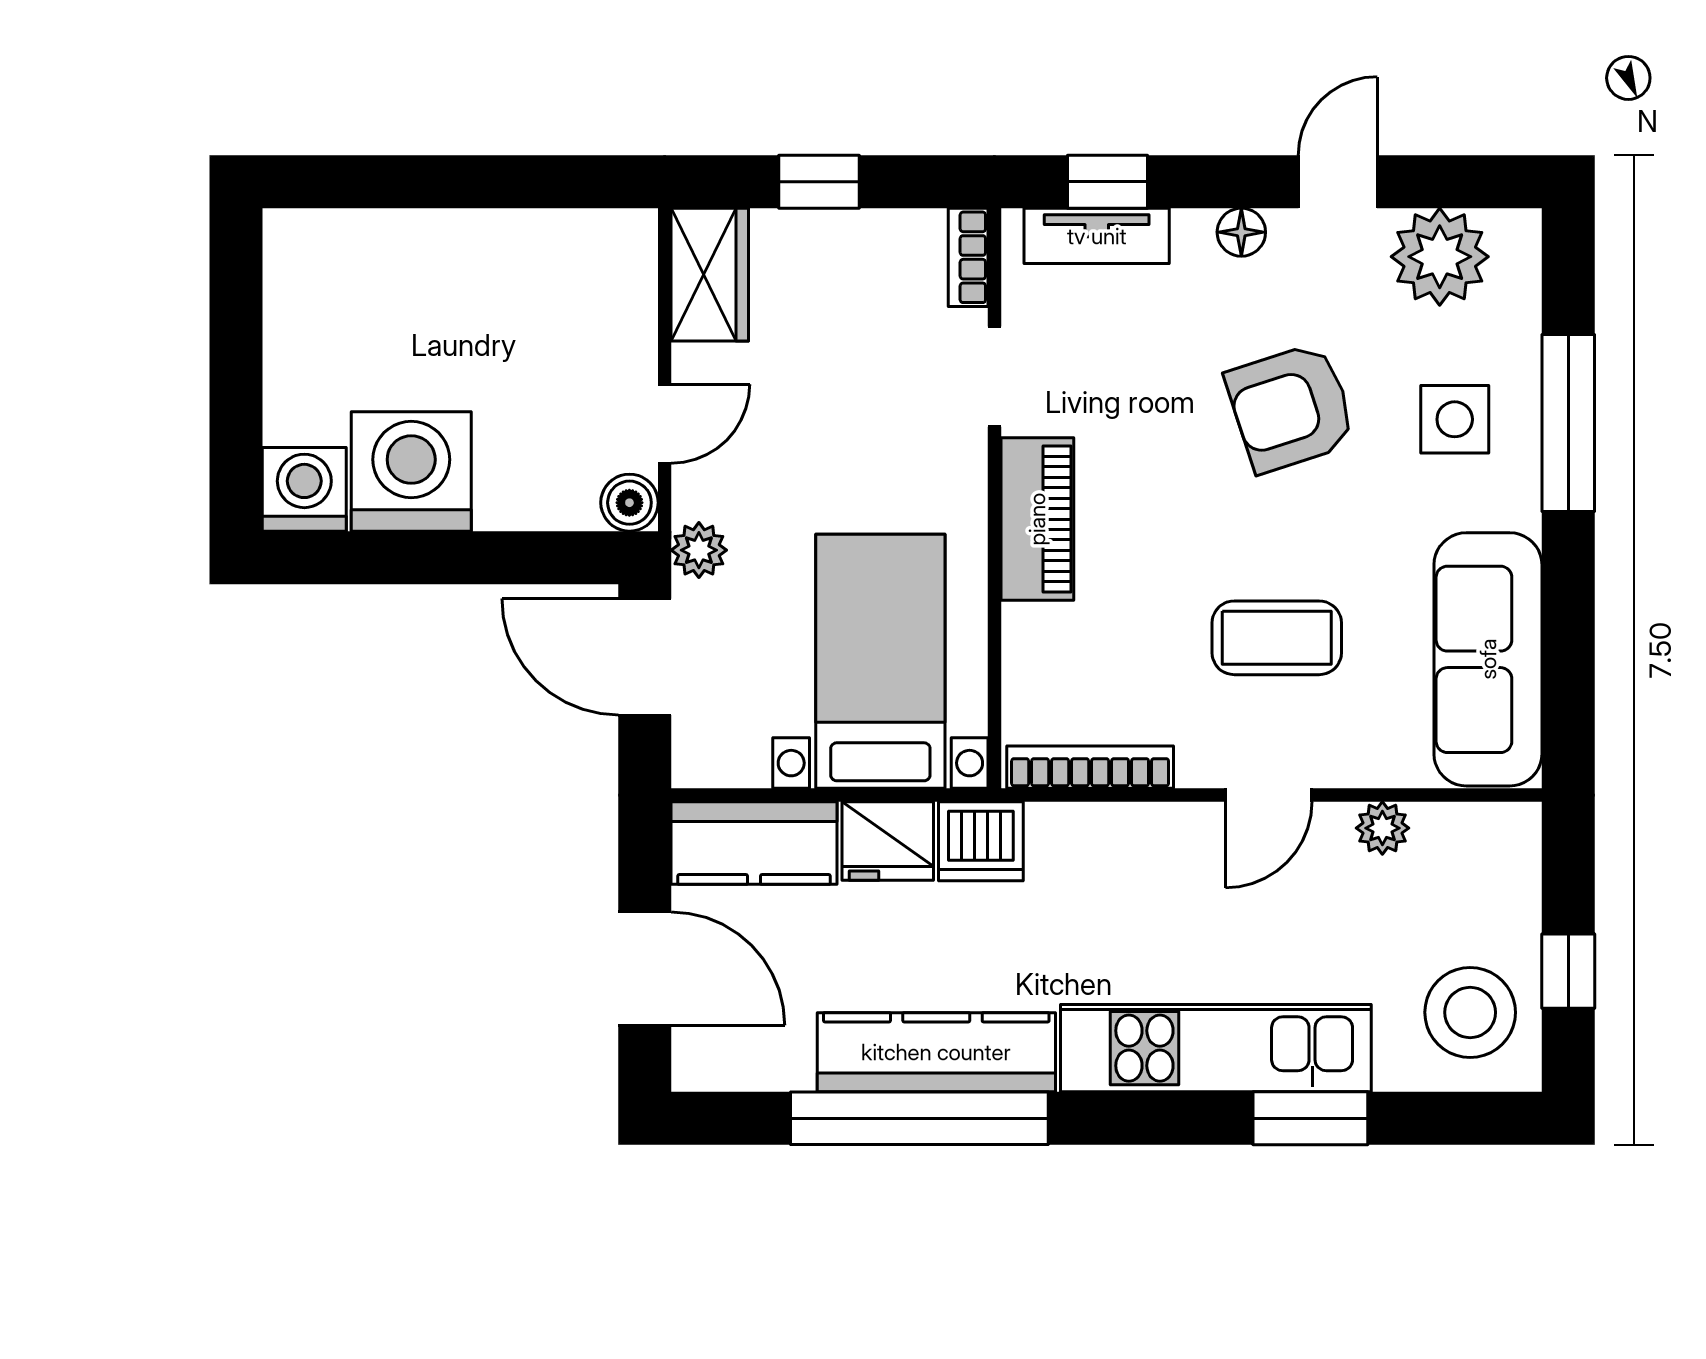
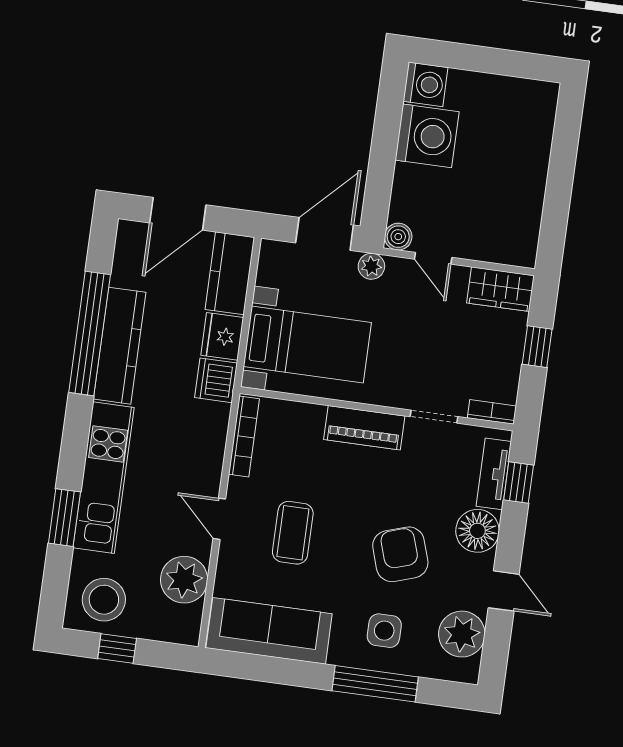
floor lamp: (1241, 232) -> (477, 531), width x1.89, depth x1.89
plant: (1382, 828) -> (184, 580), width x1.88, depth x1.88

